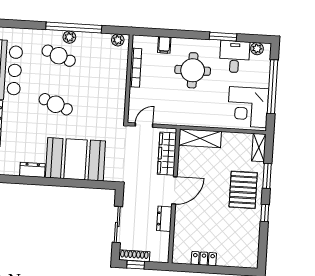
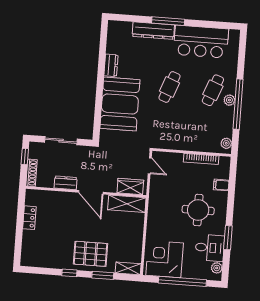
shelving: (200, 138) -> (127, 204), moved, turned 90
wardrobe: (167, 154) -> (130, 186), width x0.67
shoe rack: (134, 256) -> (31, 173), moved

